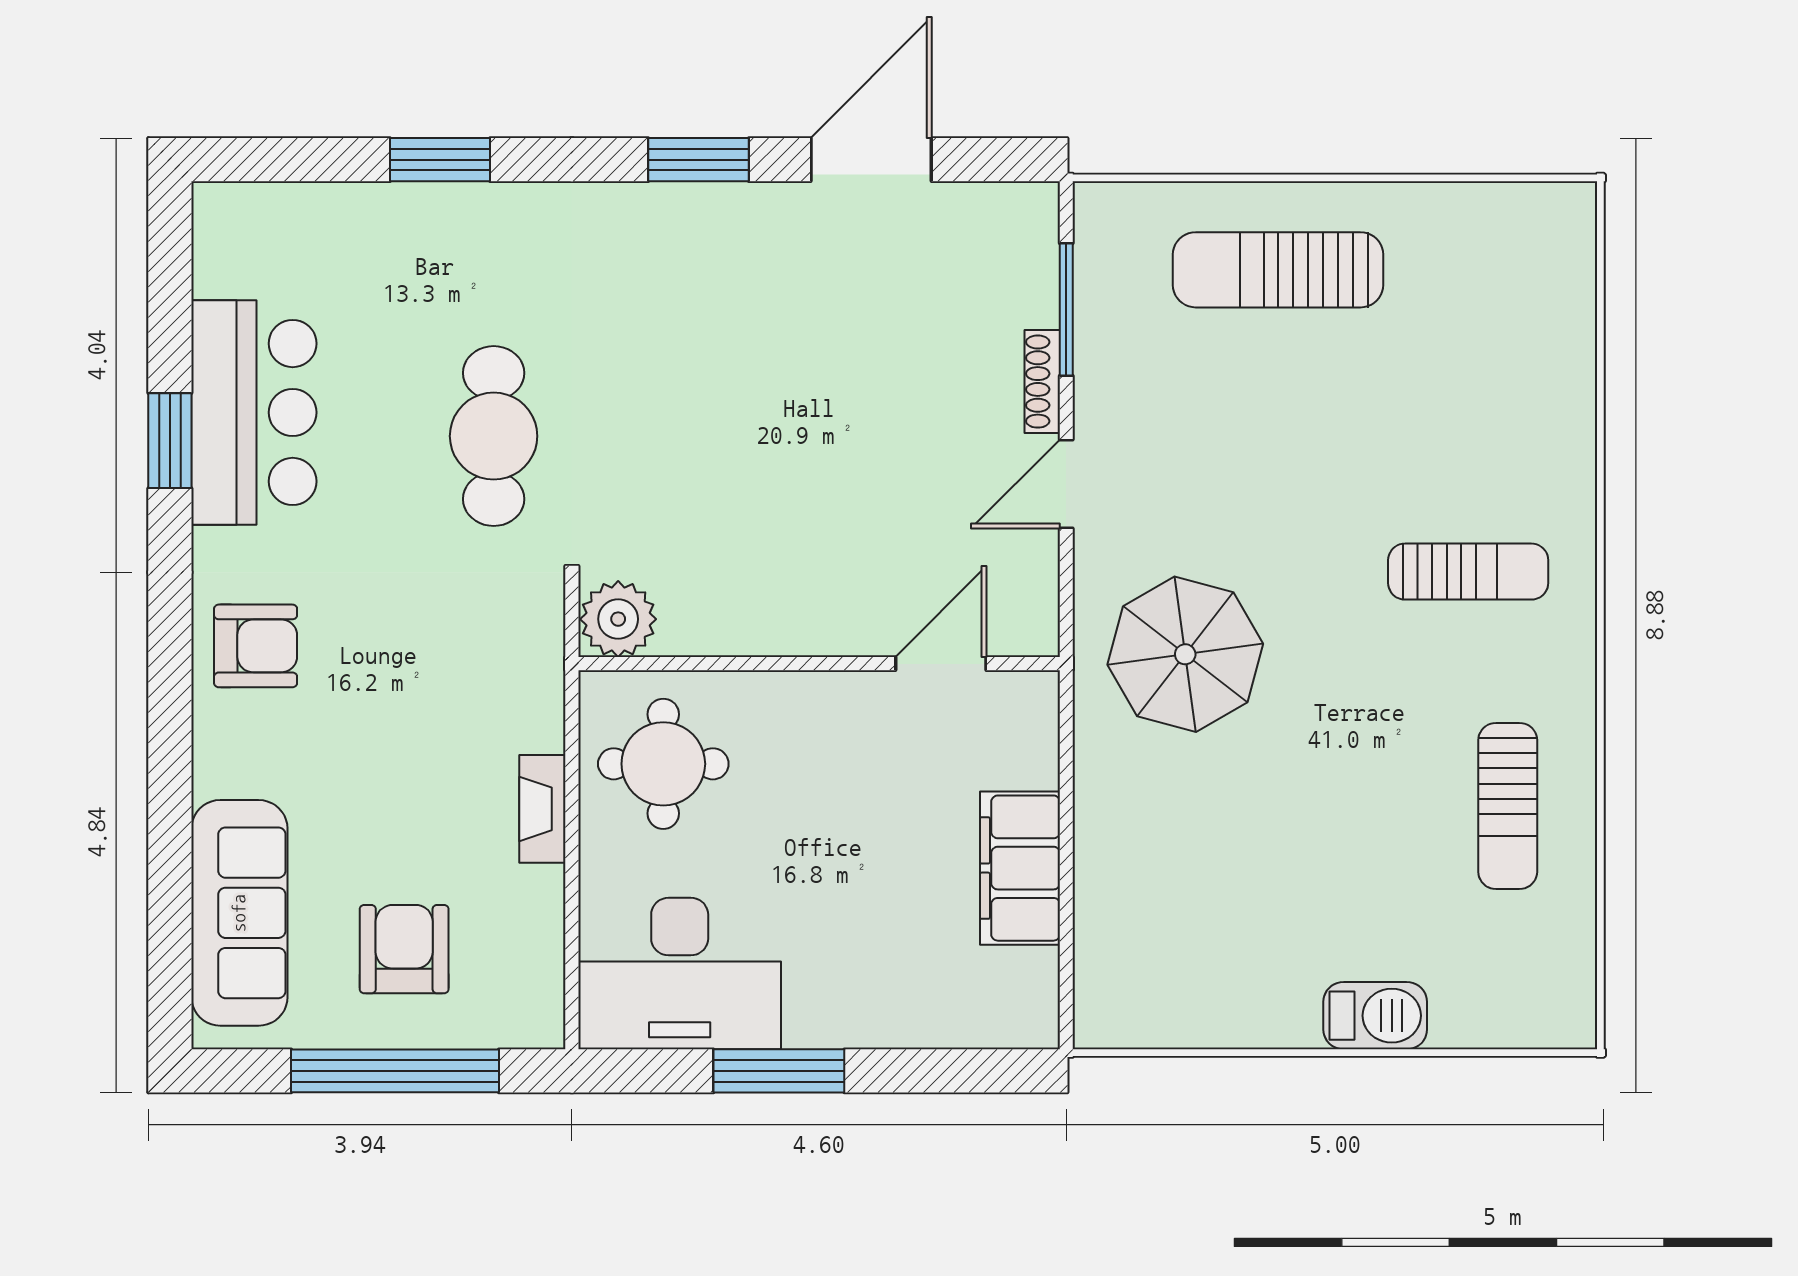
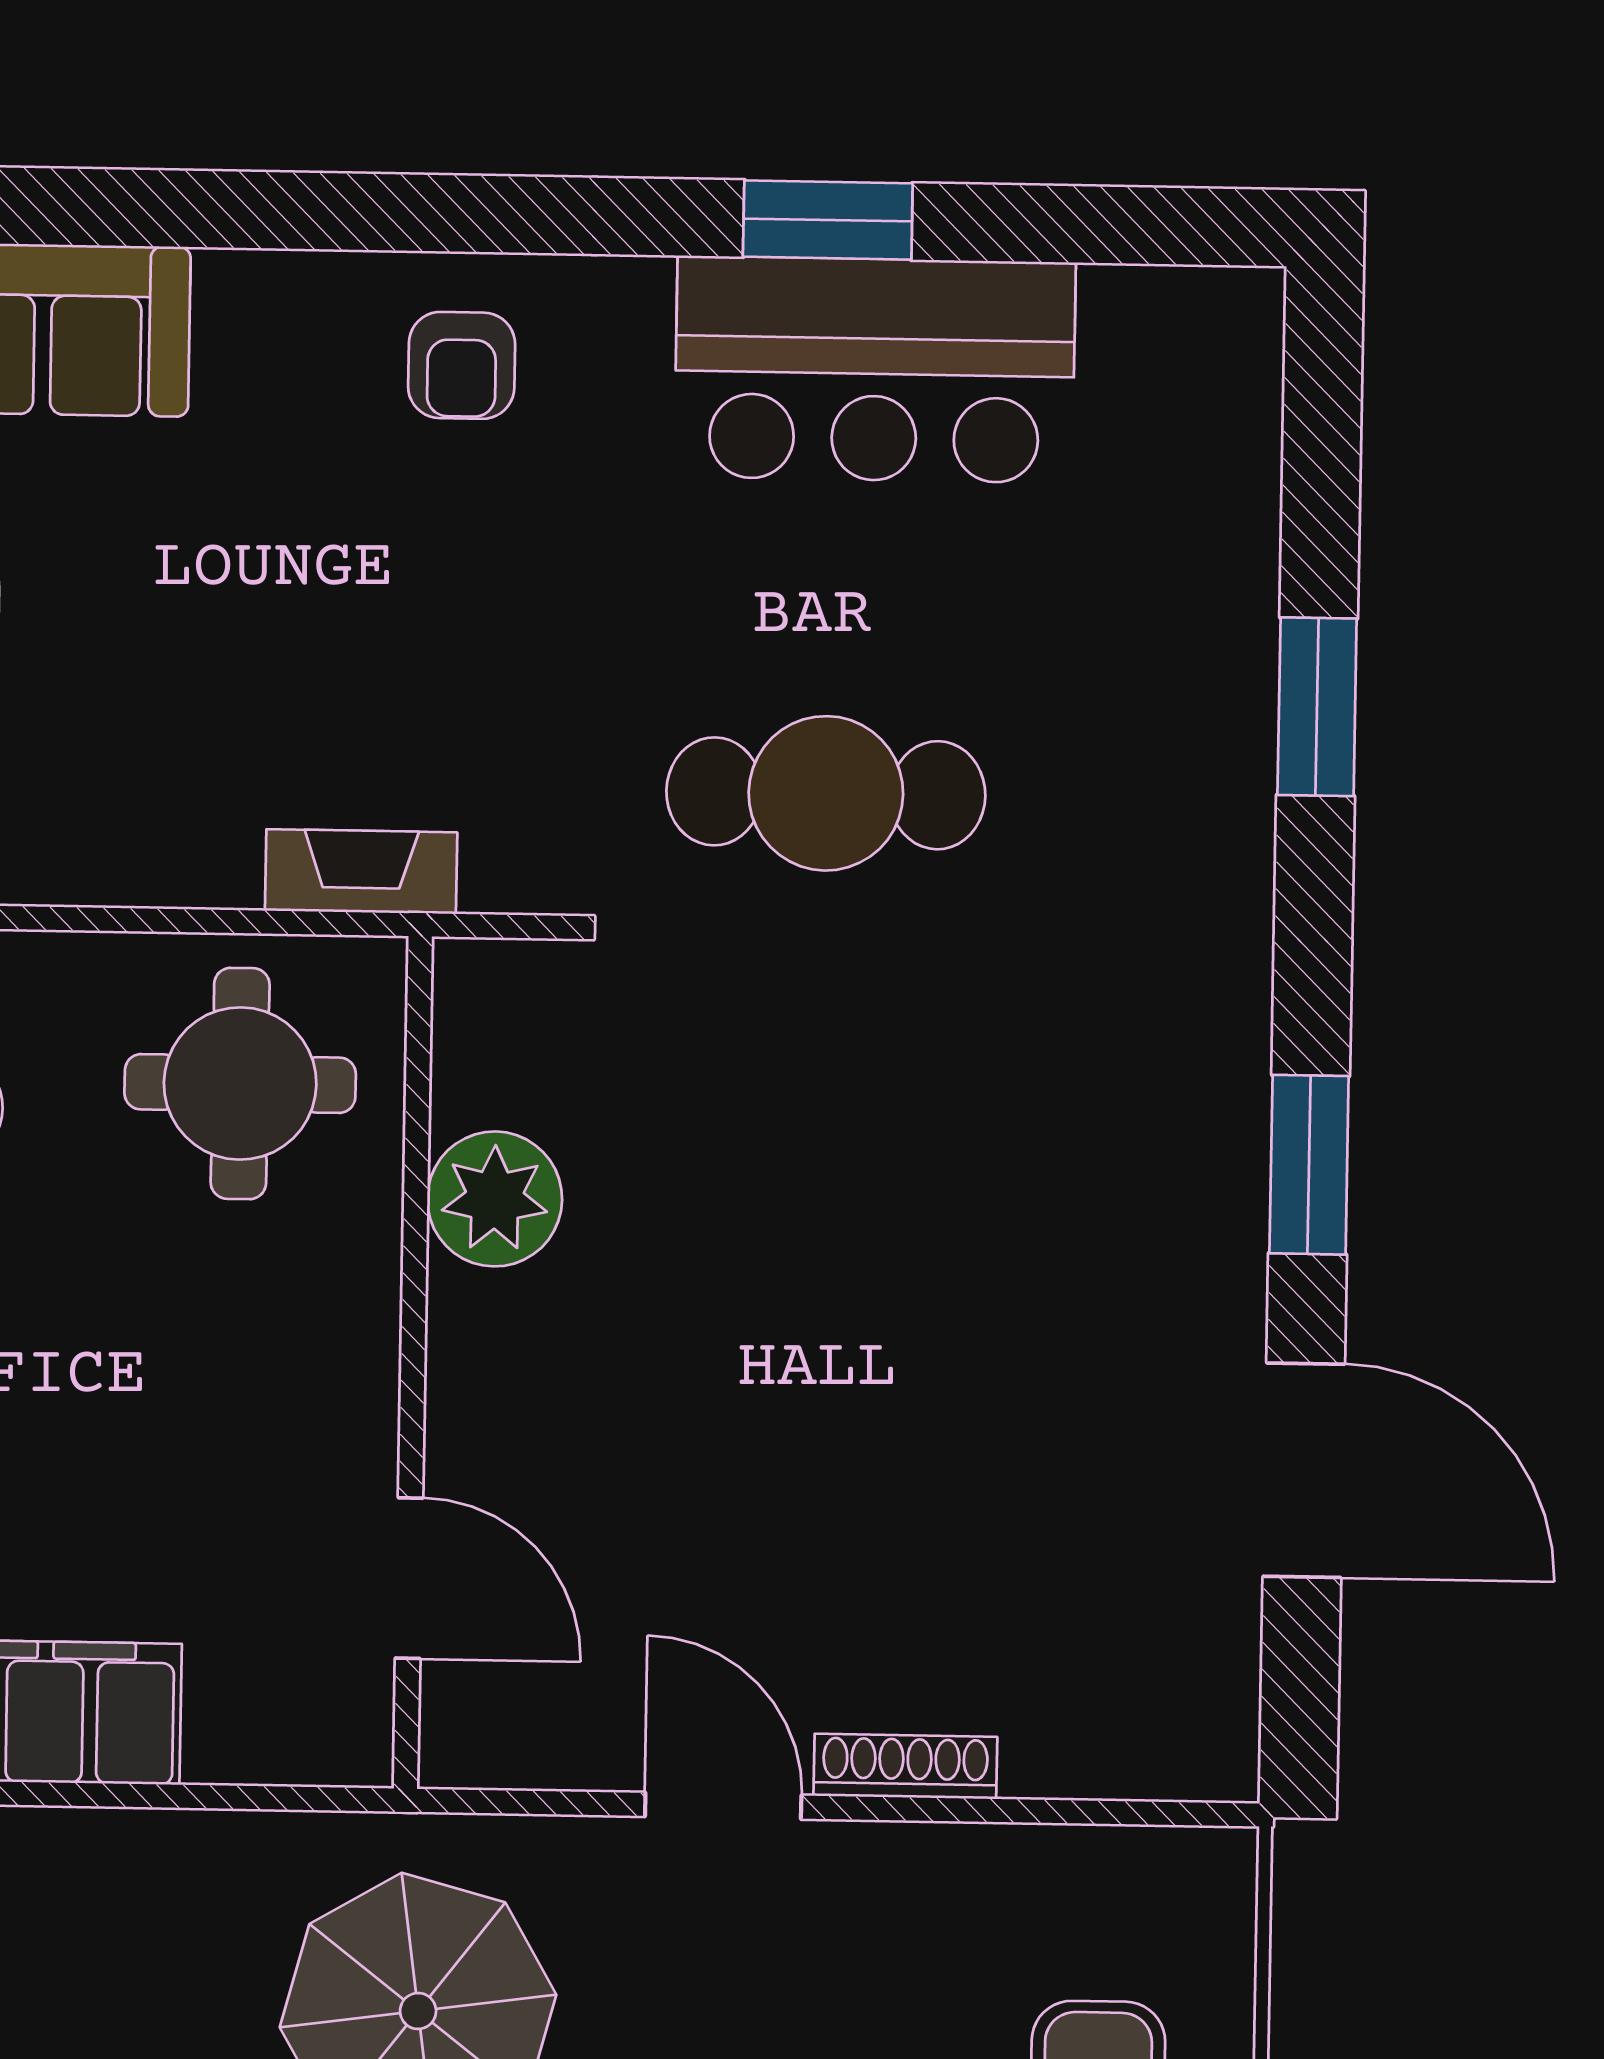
window: (1066, 309) -> (1032, 1811), removed
plant: (618, 619) -> (495, 1199), moved
armchair: (256, 646) -> (462, 365), width x0.72, depth x0.72
fireplace: (542, 809) -> (361, 872), moved

